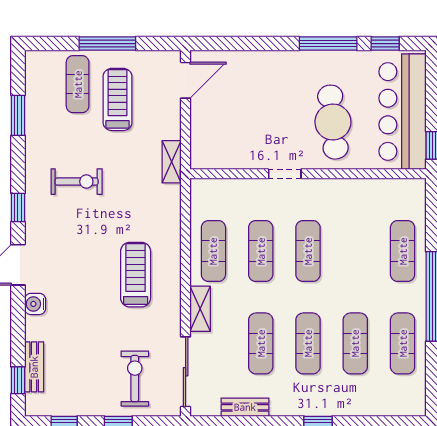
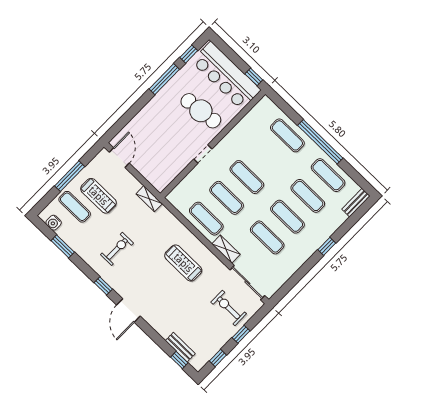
treadmill: (117, 99) -> (98, 196), turned 180
water cooler: (35, 304) -> (54, 223), moved
bench: (245, 407) -> (356, 203), moved

